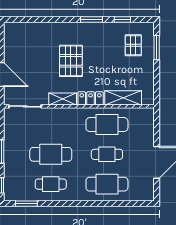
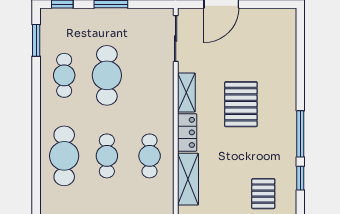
window: (92, 19) -> (300, 134), width x1.44
pallet: (133, 45) -> (263, 194), turned 90
pallet: (71, 61) -> (241, 104), turned 90
cafe table: (107, 125) -> (150, 156), width x0.73, depth x0.74

